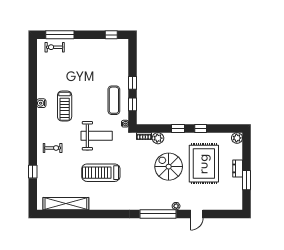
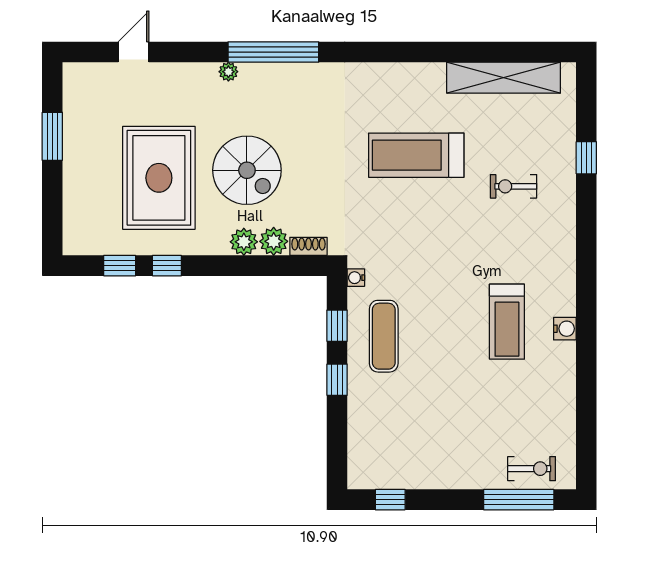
treadmill: (65, 106) -> (507, 322), turned 180
window: (178, 128) -> (120, 266), moved
weight bench: (97, 136) -> (427, 247), removed
plant: (237, 138) -> (244, 242), moved
exercise bike: (53, 148) -> (514, 186), moved
dresser: (238, 168) -> (74, 166), removed
treadmill: (101, 173) -> (416, 155), turned 180
door: (197, 214) -> (134, 52), moved

